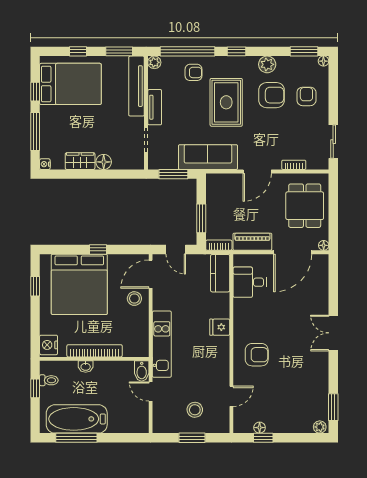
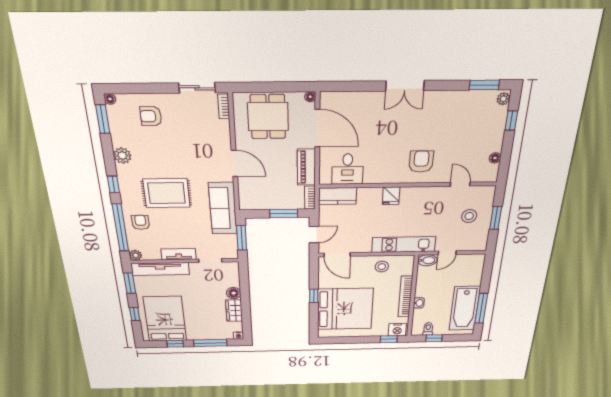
armchair: (272, 95) -> (154, 151), removed
bookcase: (294, 165) -> (224, 106), moved
dining table: (305, 206) -> (268, 117), turned 90
window: (35, 286) -> (389, 339), moved
stool: (134, 299) -> (382, 267), moved
window: (263, 438) -> (511, 121), moved

